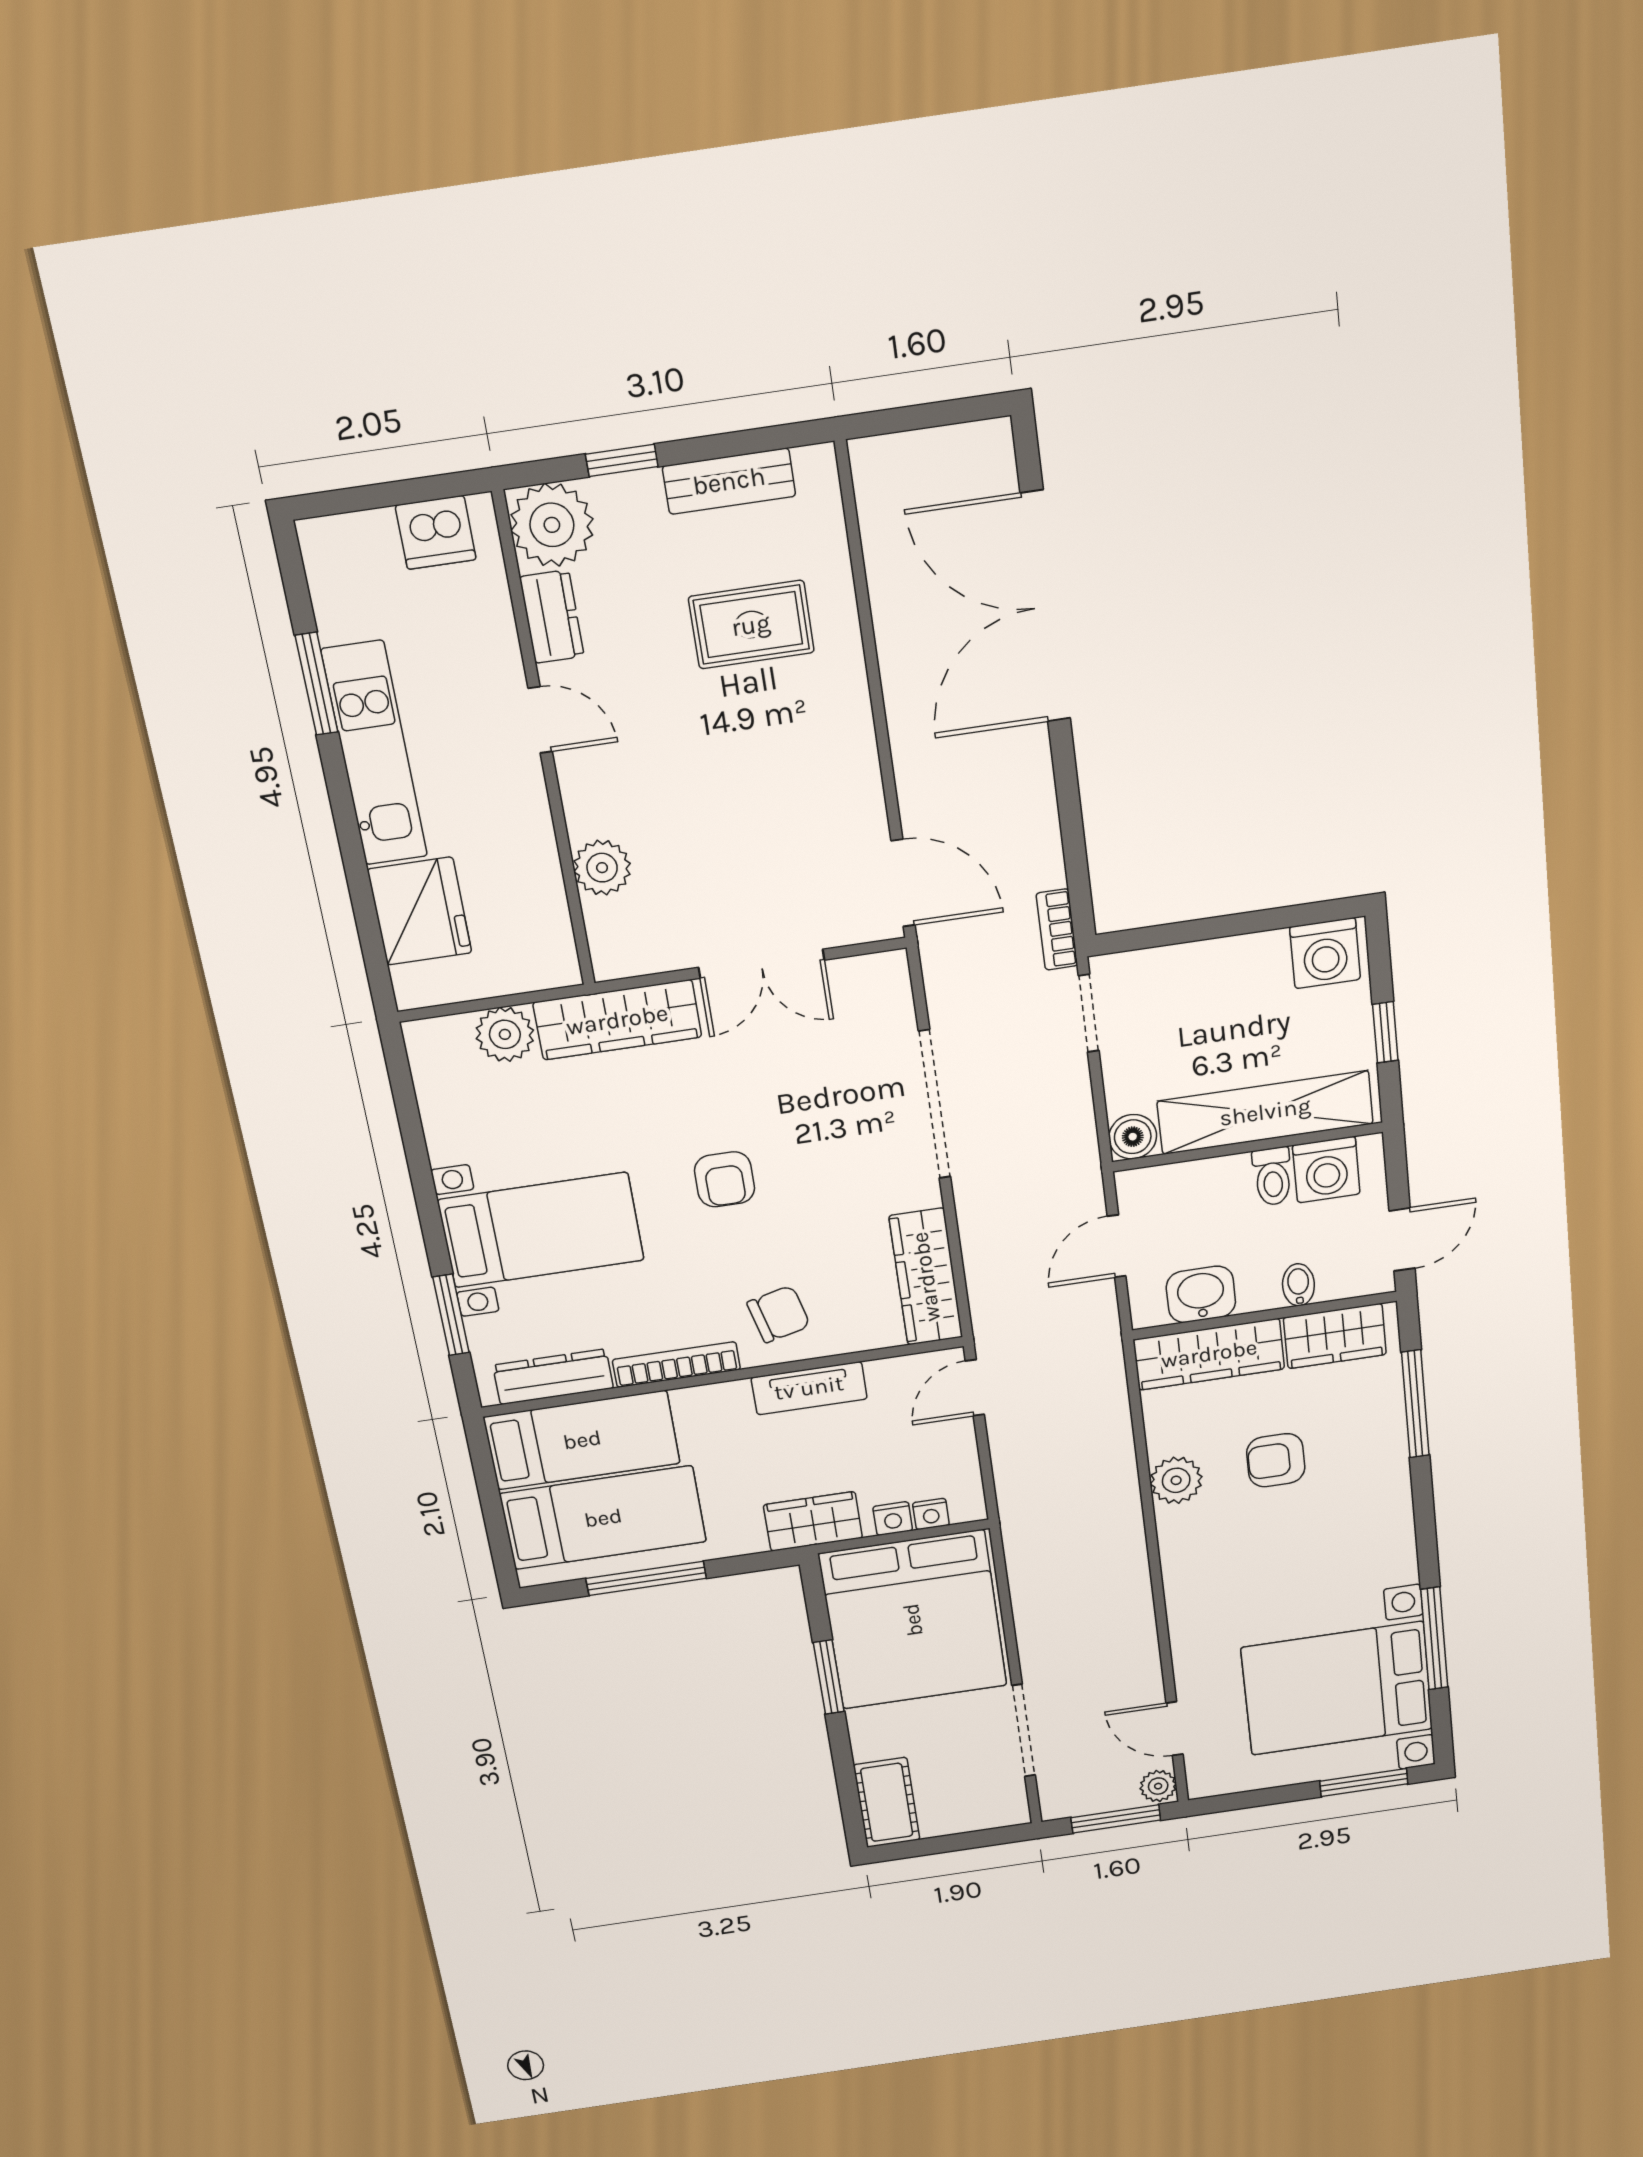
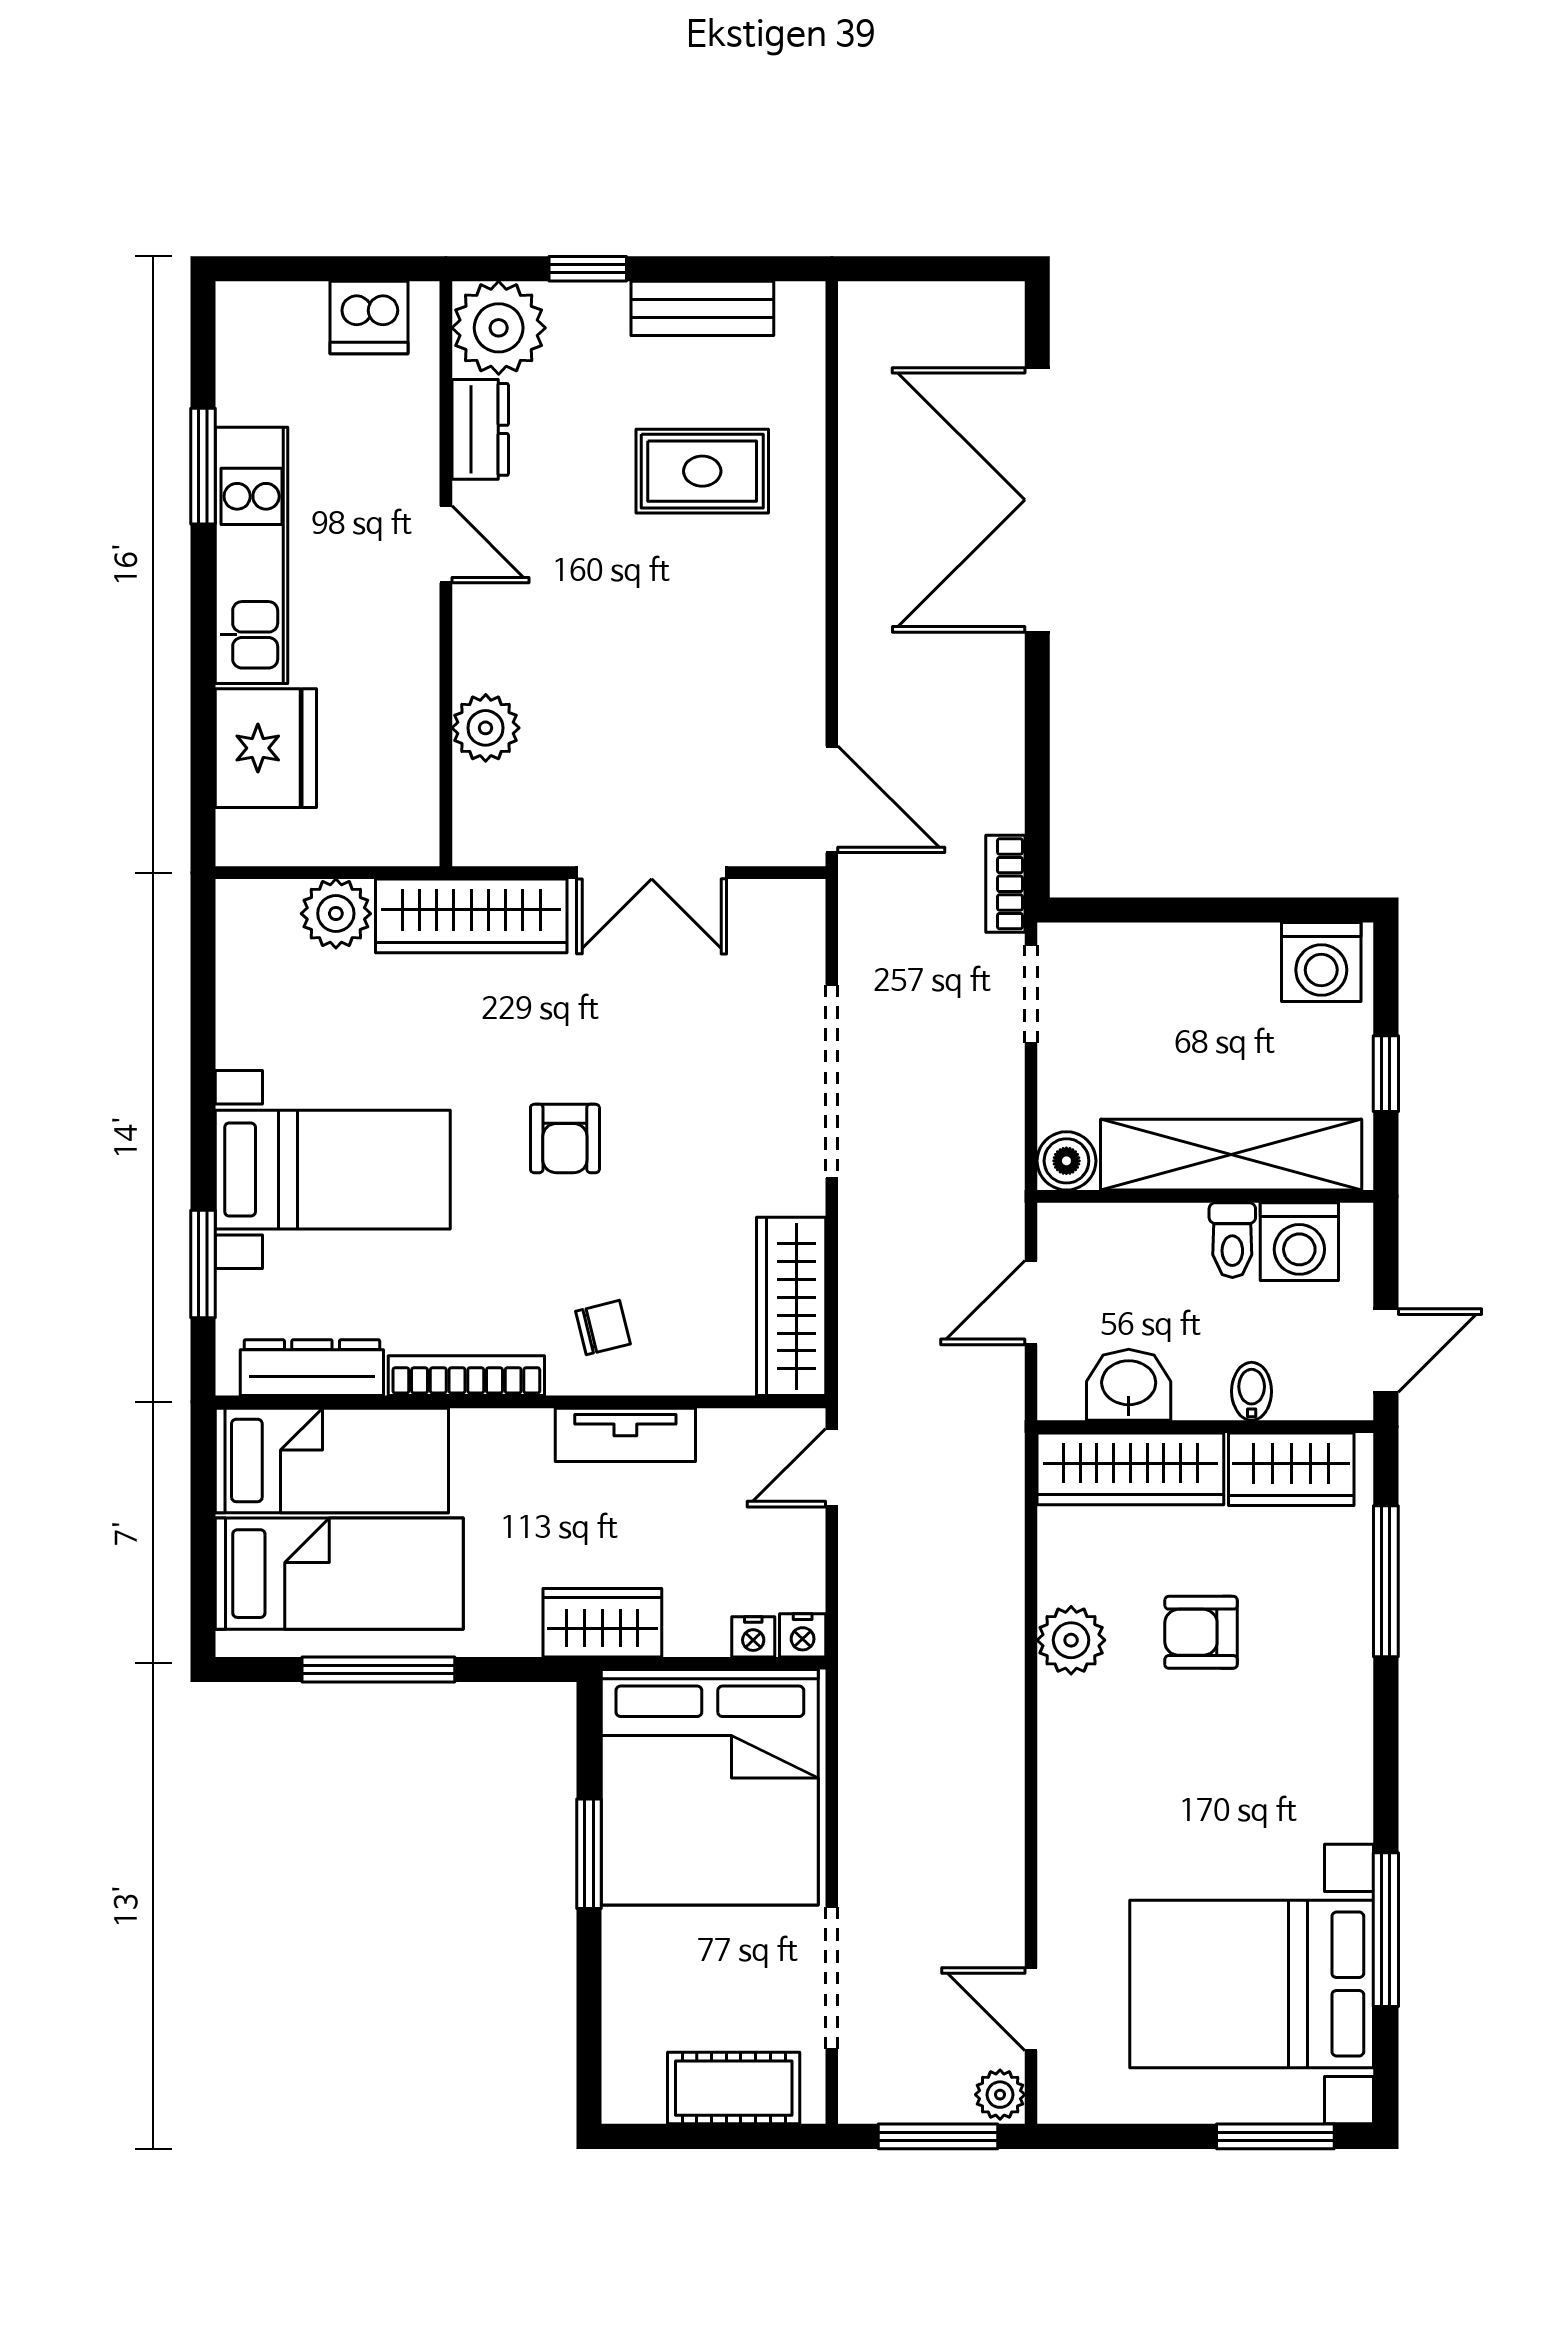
chair: (779, 1314) -> (603, 1328), width x0.73, depth x0.73
nightstand: (893, 1519) -> (803, 1635), moved
cot: (887, 1802) -> (734, 2088), moved, turned 90

